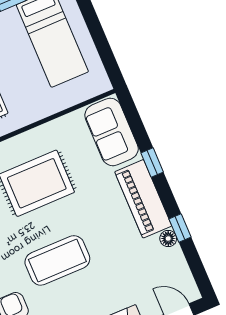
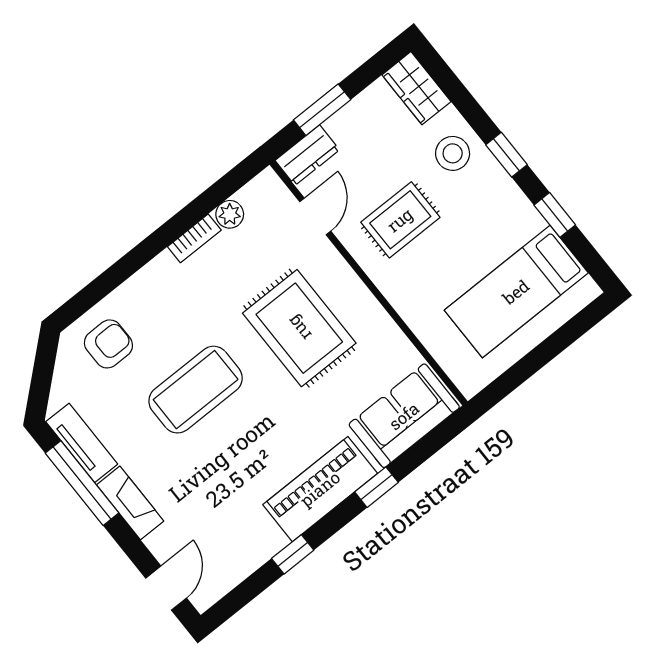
floor lamp: (168, 238) -> (273, 542), removed
coffee table: (57, 260) -> (196, 390), turned 90

